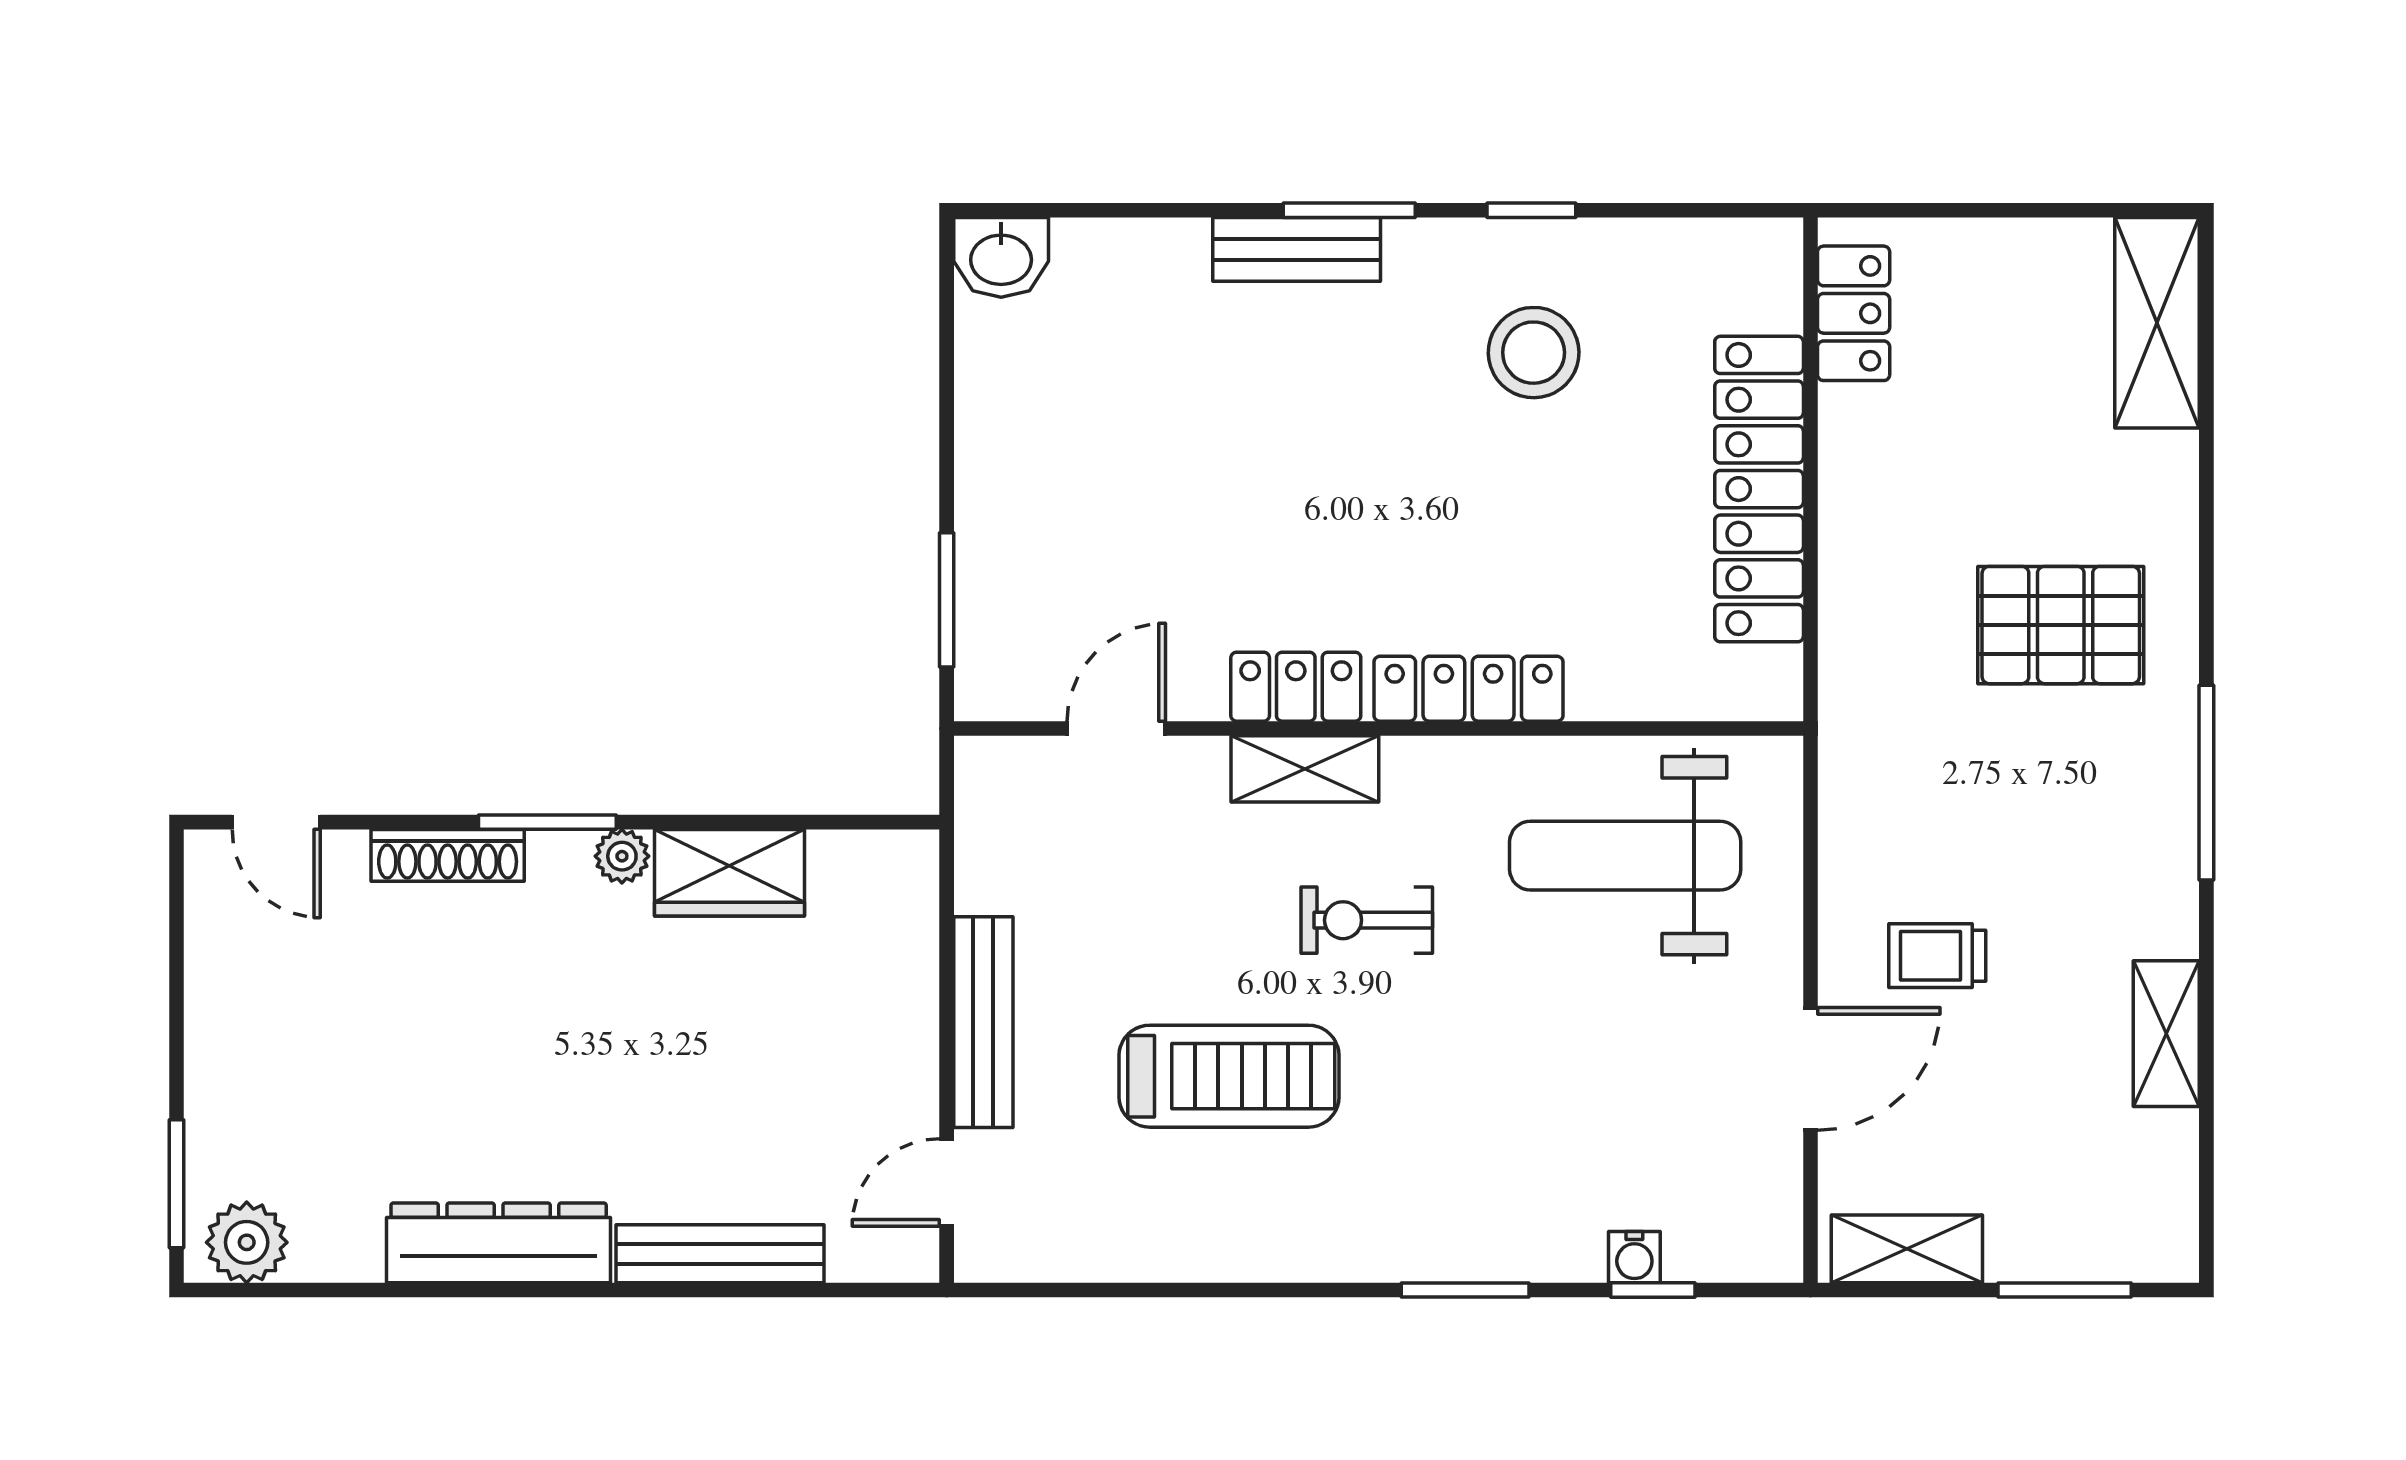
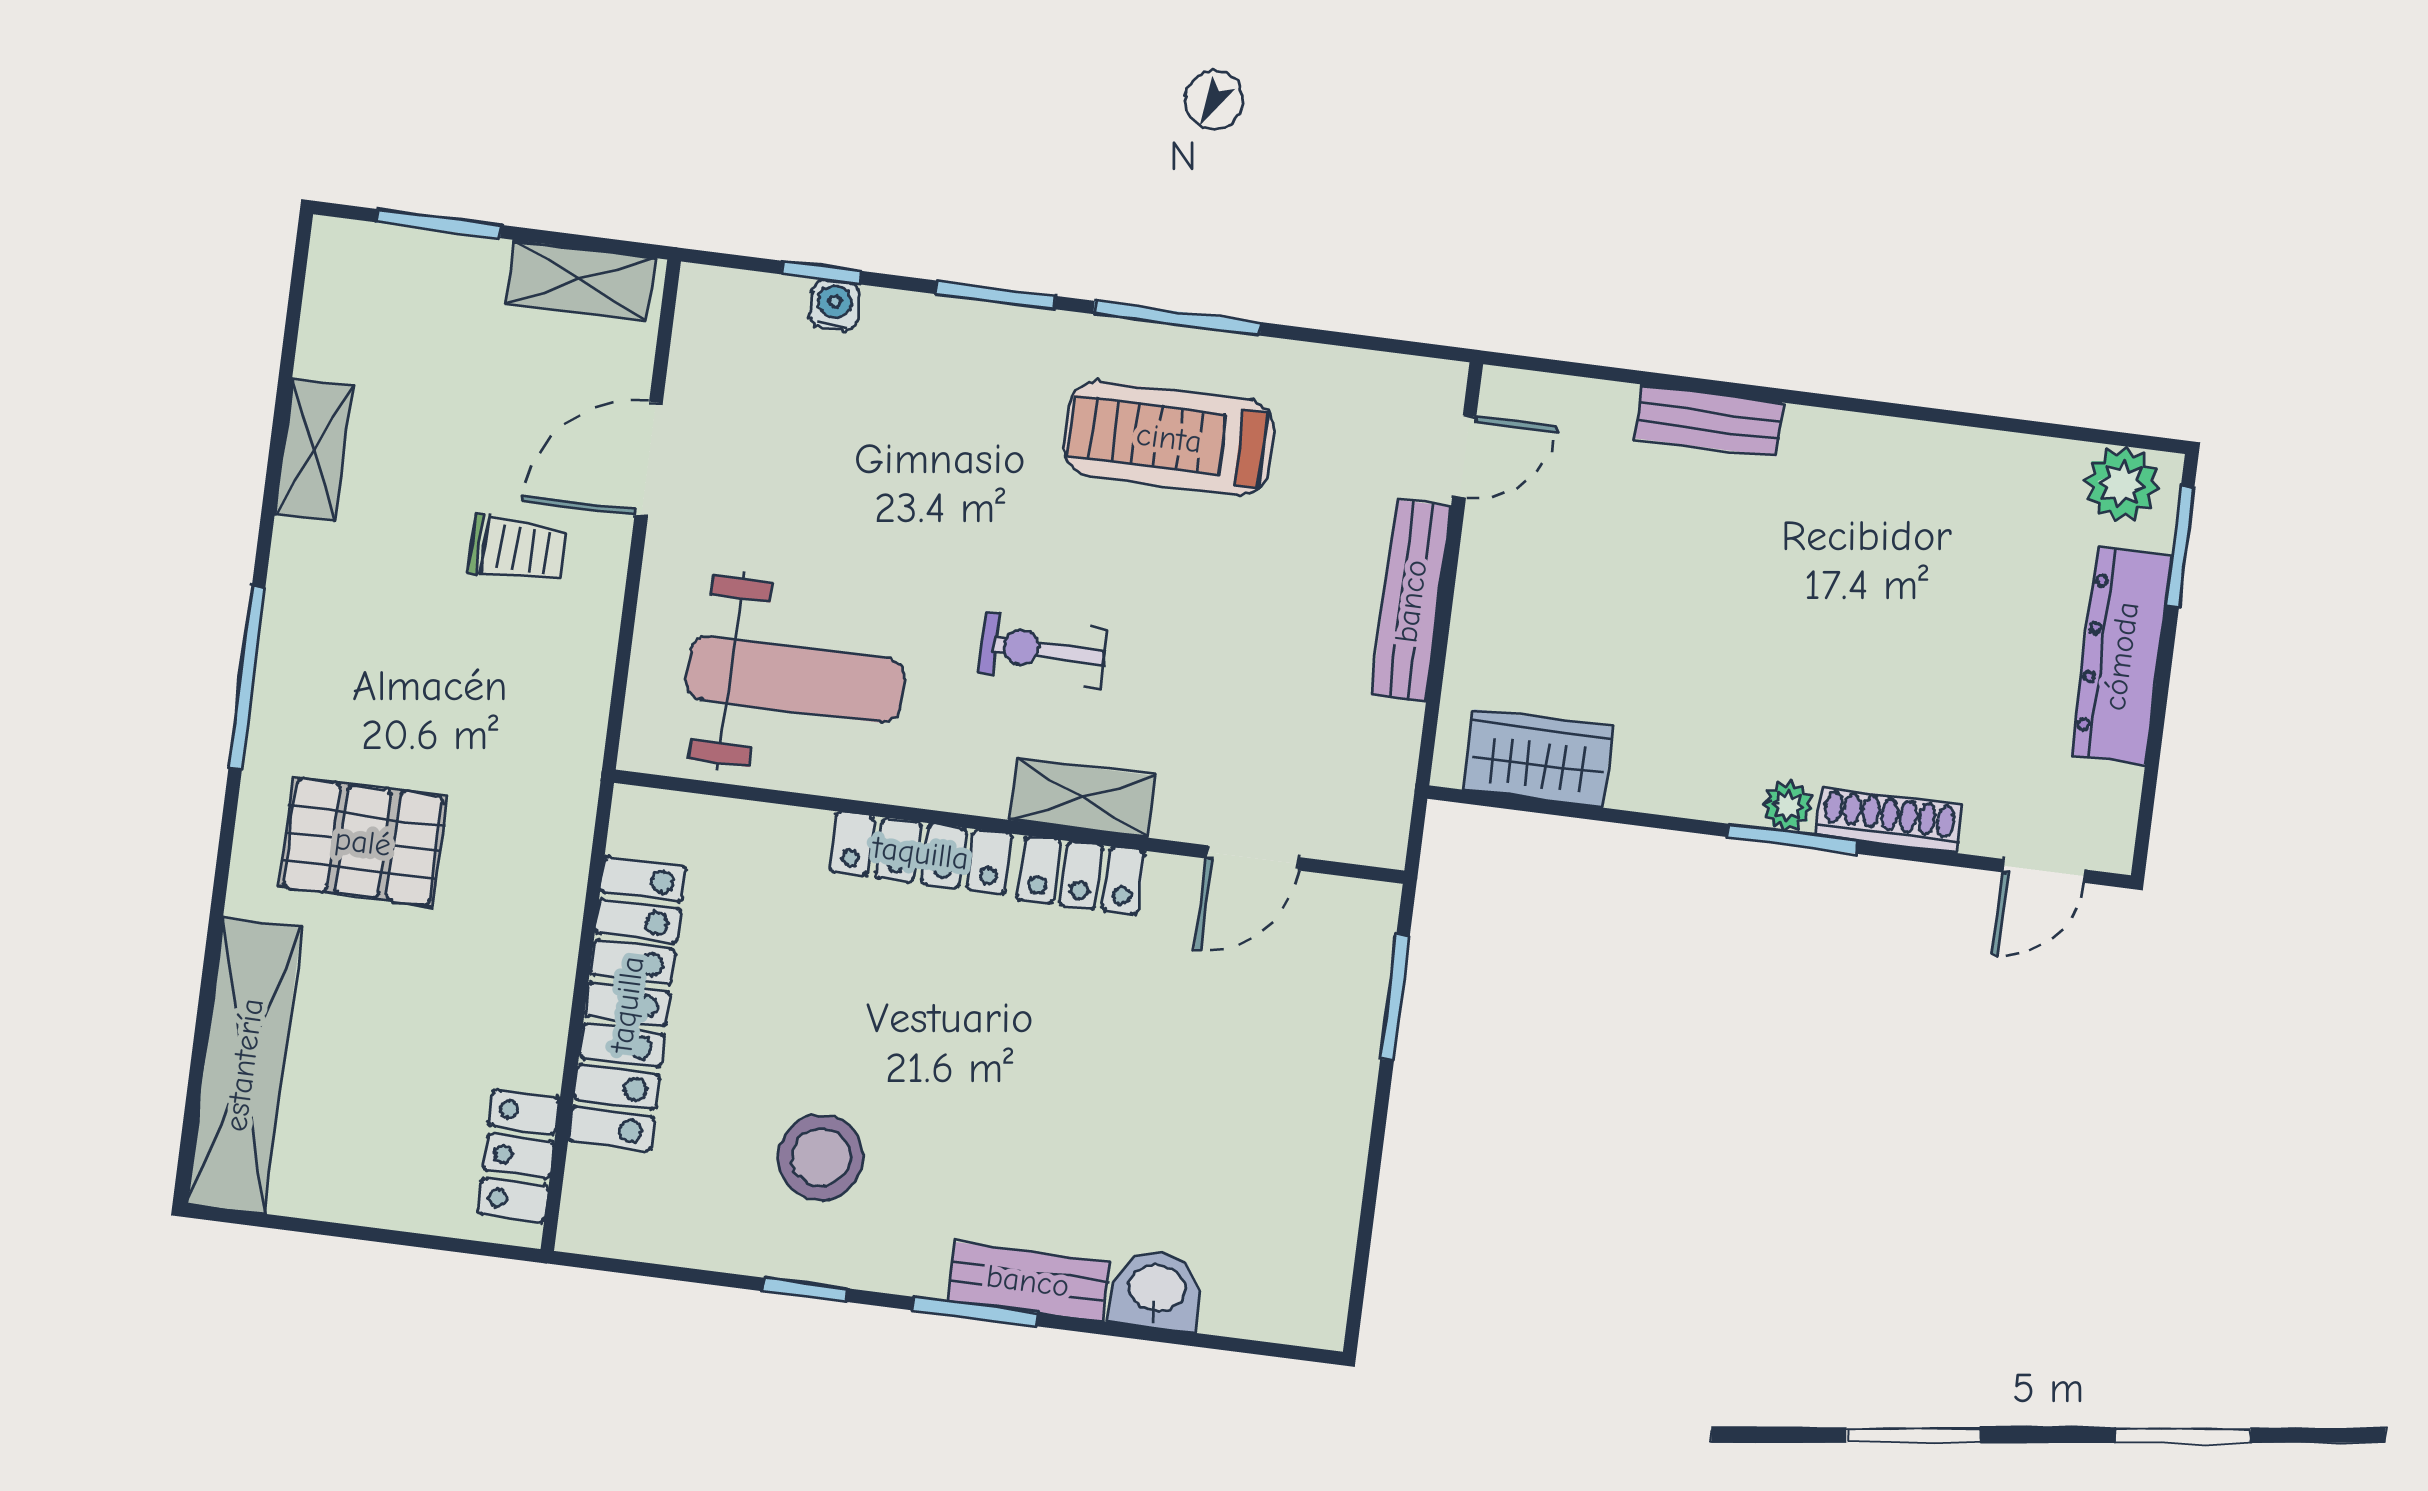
washbasin: (1001, 257) -> (1156, 1290), moved
shelving: (2157, 323) -> (244, 1065), width x1.47
door: (276, 822) -> (2044, 871), swing flipped
plant: (622, 856) -> (1788, 806), moved
wardrobe: (729, 873) -> (1538, 758), moved
exercise bike: (1367, 920) -> (1043, 650), turned 180
treadmill: (1229, 1076) -> (1169, 438), moved
dresser: (499, 1243) -> (2121, 656), moved, turned 90
bench: (720, 1254) -> (1709, 421), width x0.73
window: (1270, 1290) -> (1177, 318), added

